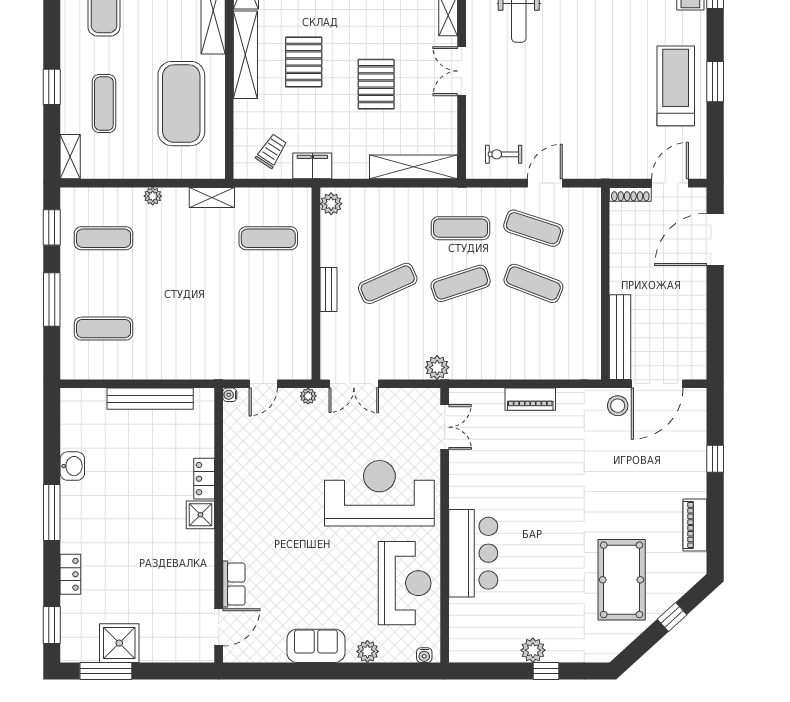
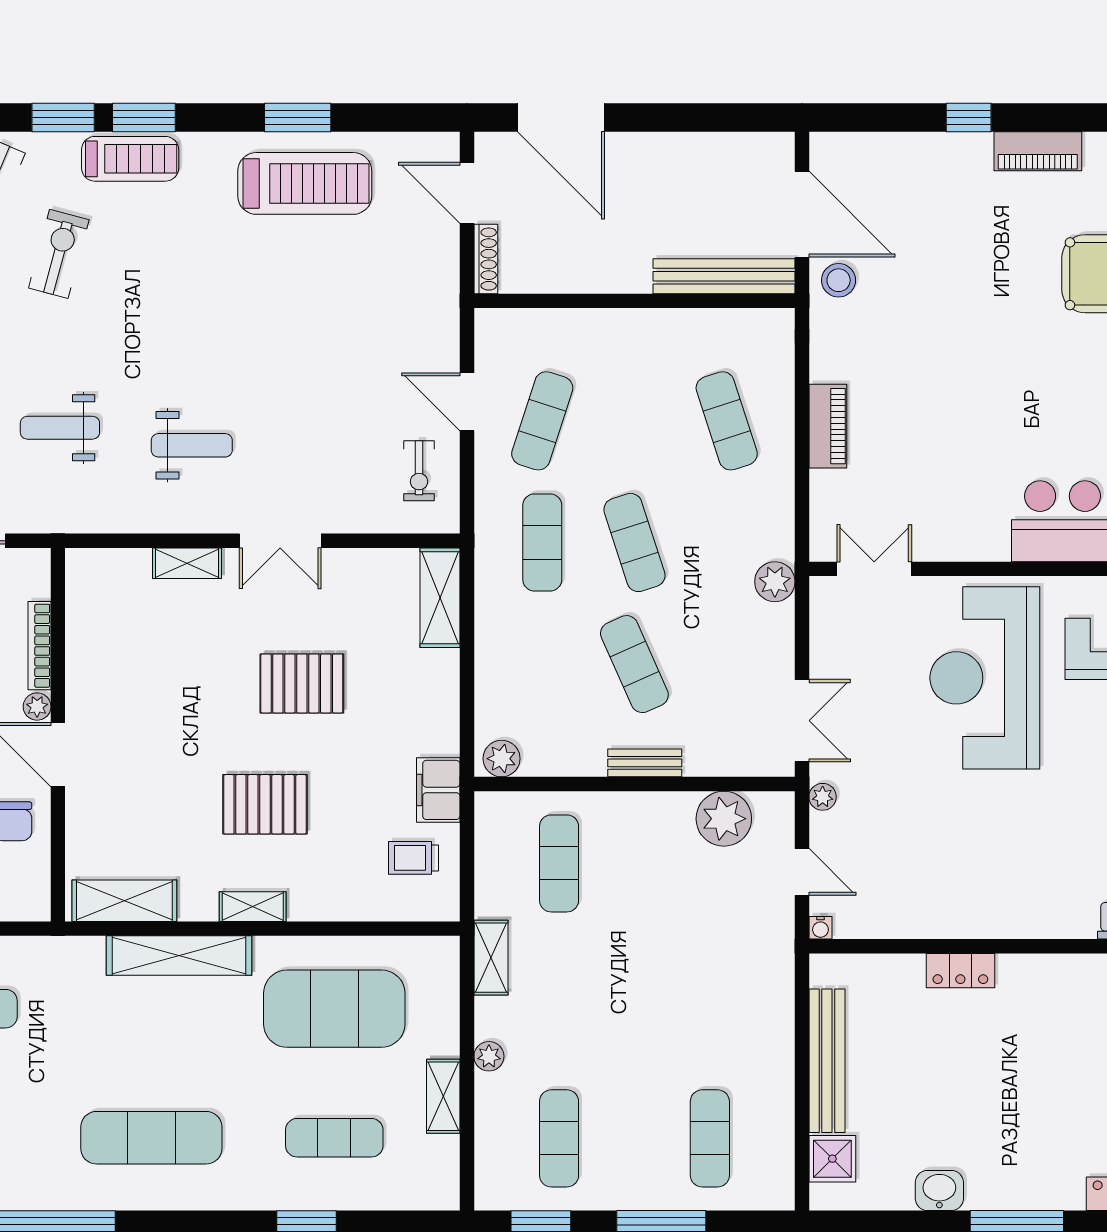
shelving: (245, 55) -> (253, 907), width x0.45, depth x0.75
treadmill: (676, 86) -> (305, 183), turned 180
trolley: (272, 151) -> (413, 858), turned -33
shelving: (70, 157) -> (443, 1096), moved, turned 90
shelving: (414, 167) -> (440, 598), width x0.68
exercise mat: (533, 283) -> (727, 421), moved, turned -39
plant: (295, 337) -> (724, 819), added
window: (715, 459) -> (969, 118), moved
shower: (200, 515) -> (832, 1159), moved

